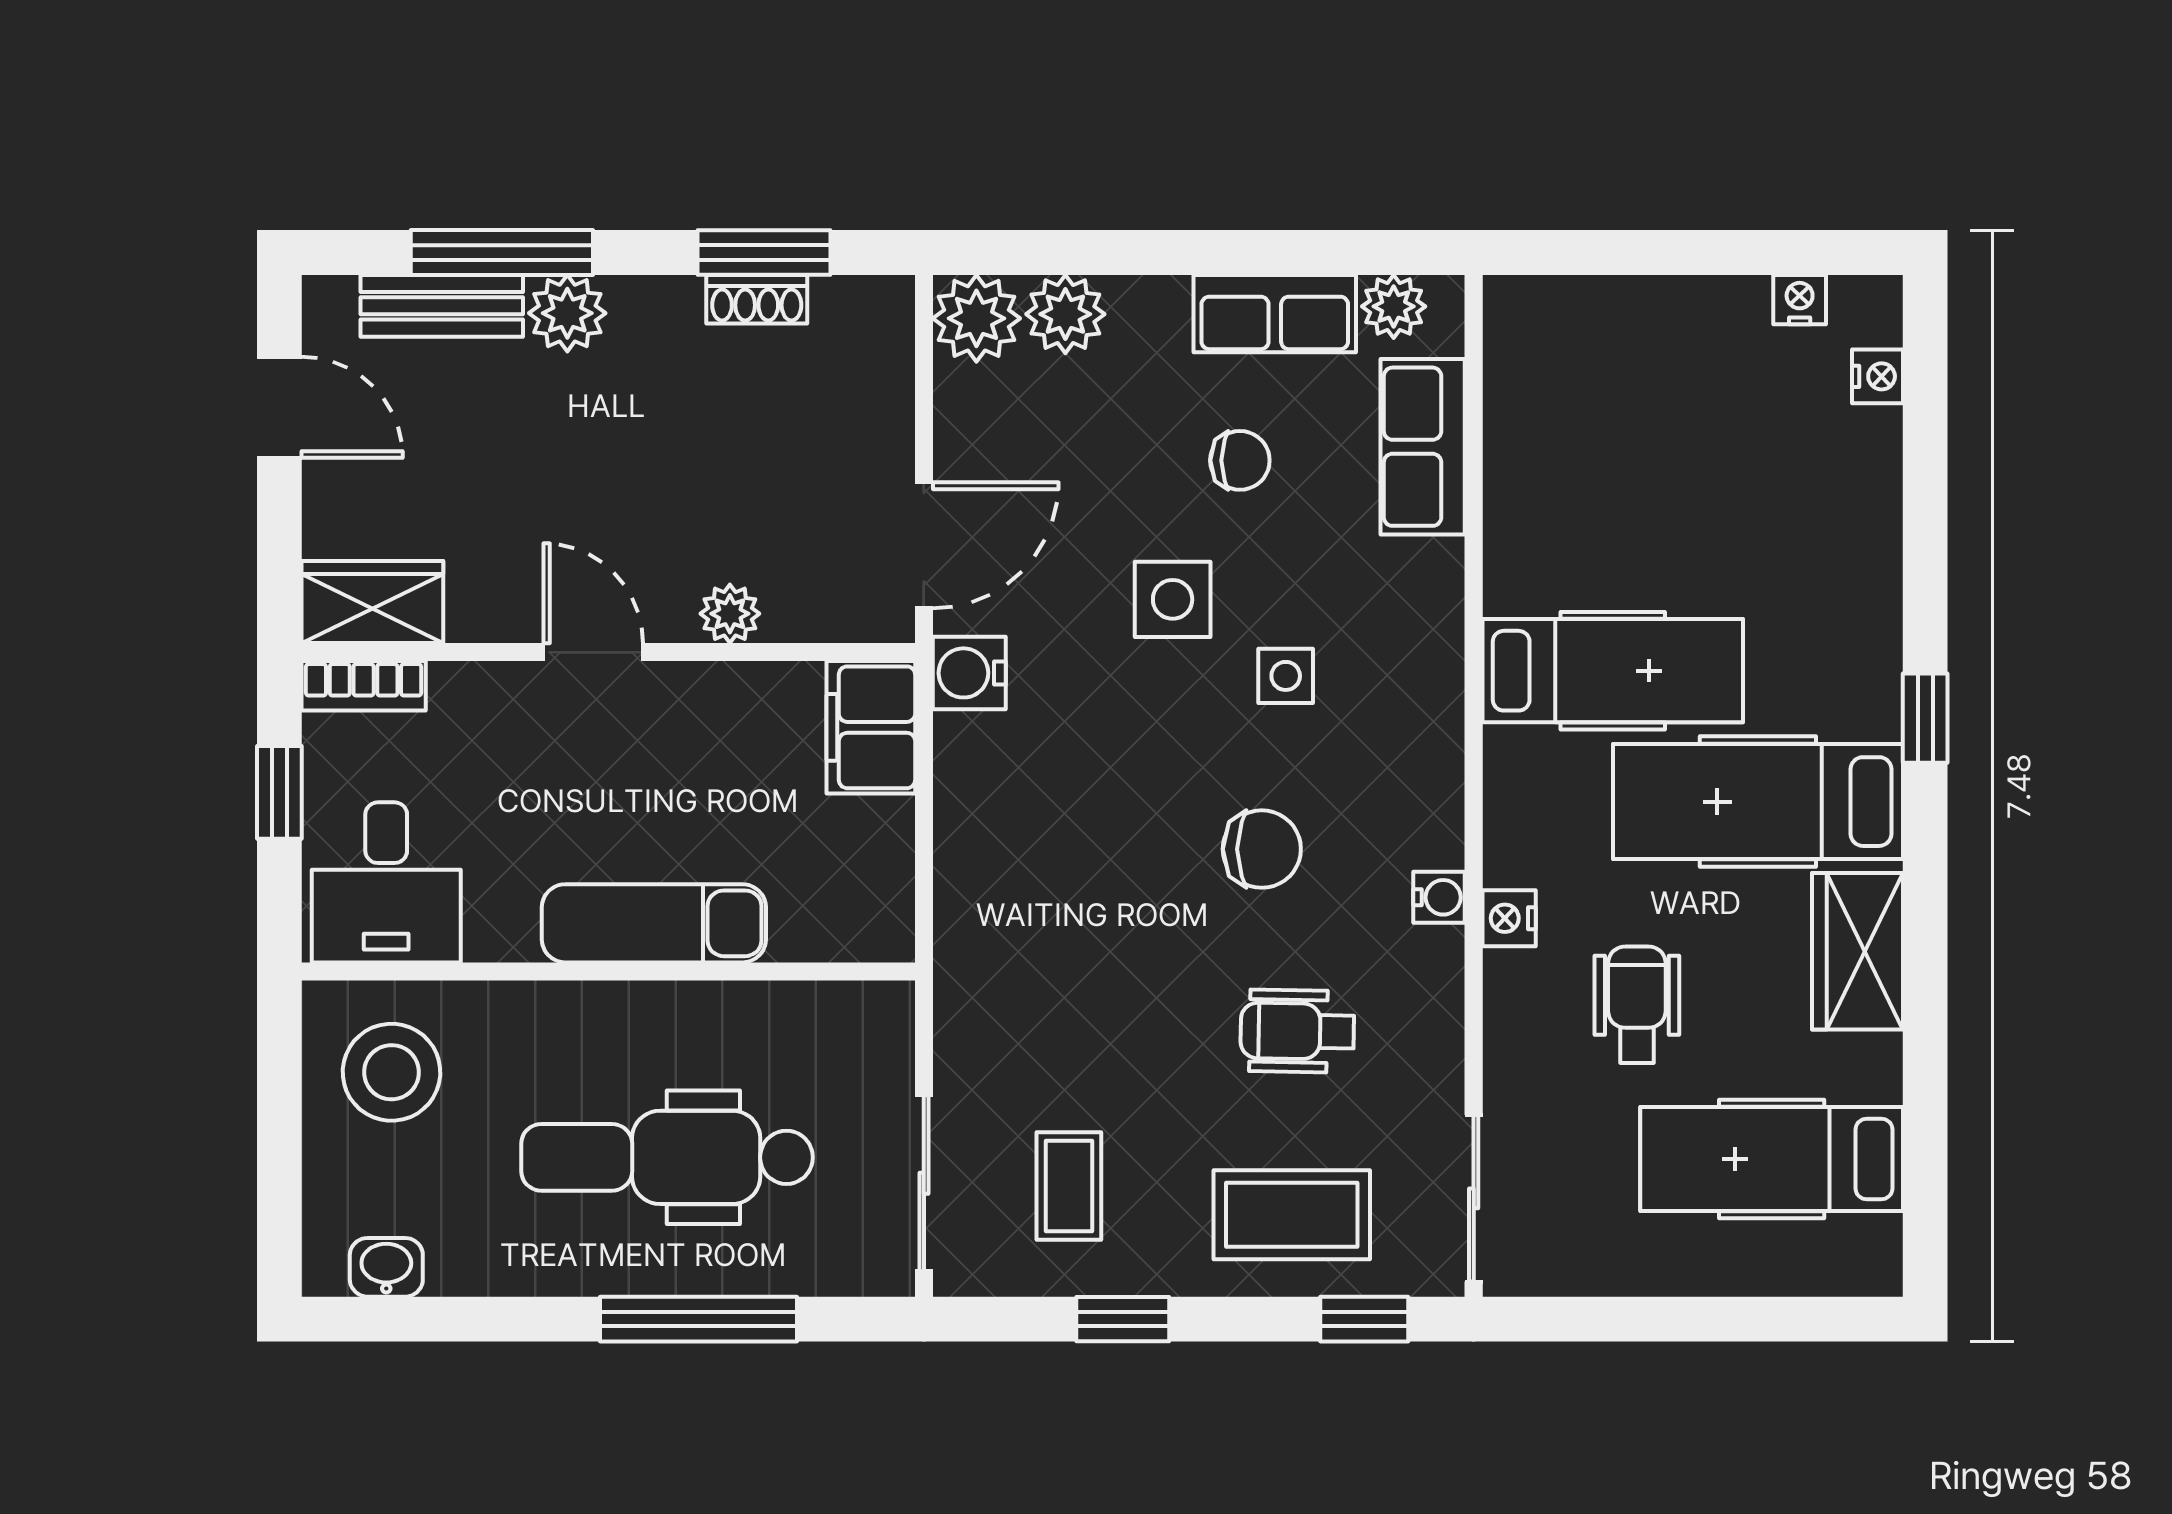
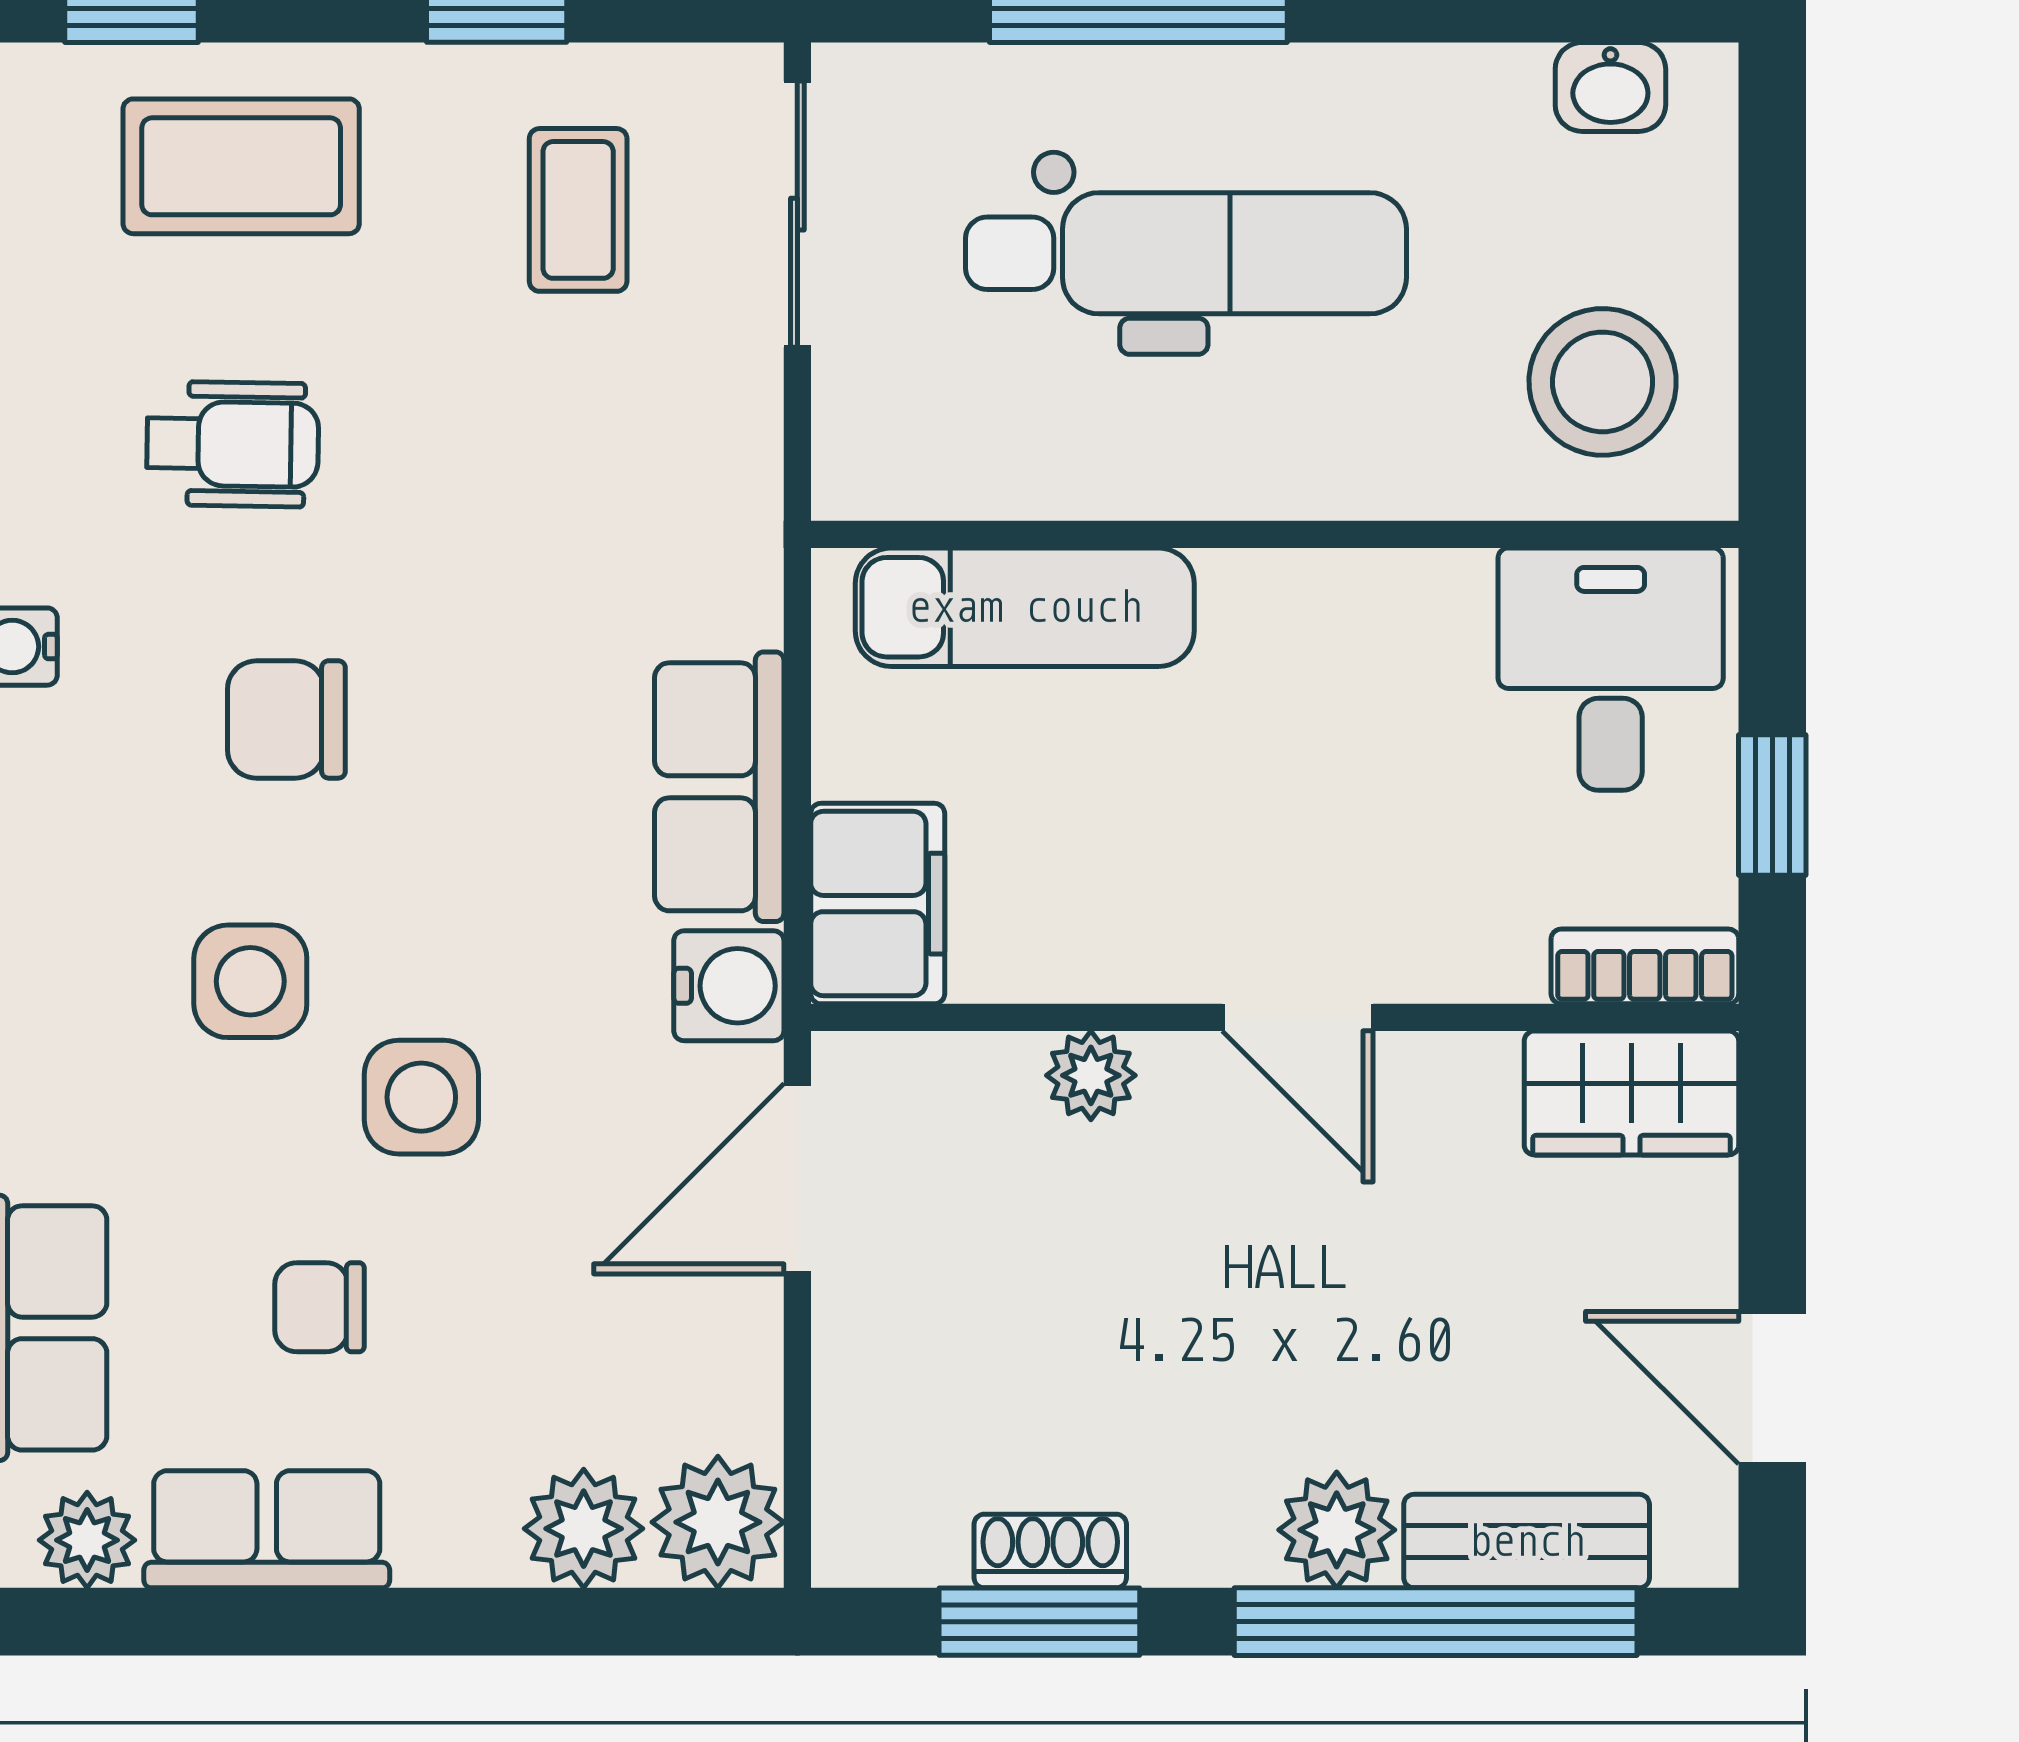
window: (502, 252) -> (1436, 1622), width x1.46
side table: (1286, 676) -> (250, 981), width x1.37, depth x1.37
row of seats: (976, 805) -> (719, 787), added
exam couch: (654, 923) -> (1025, 607), moved

